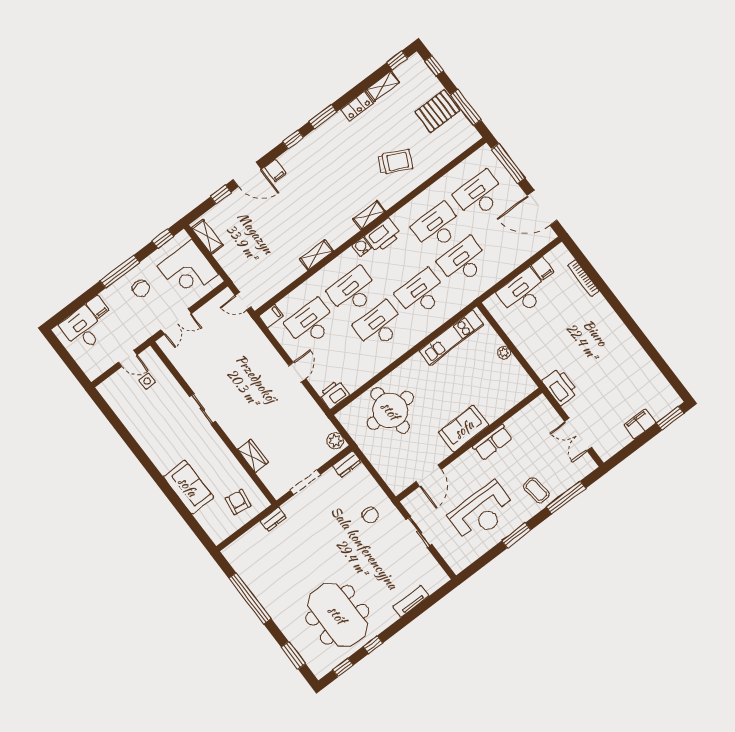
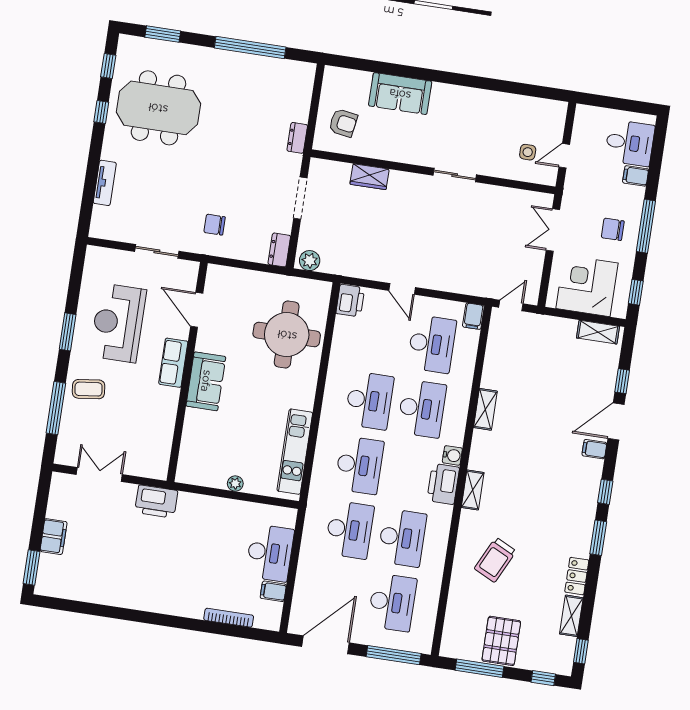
row of seats: (493, 442) -> (173, 363), moved

